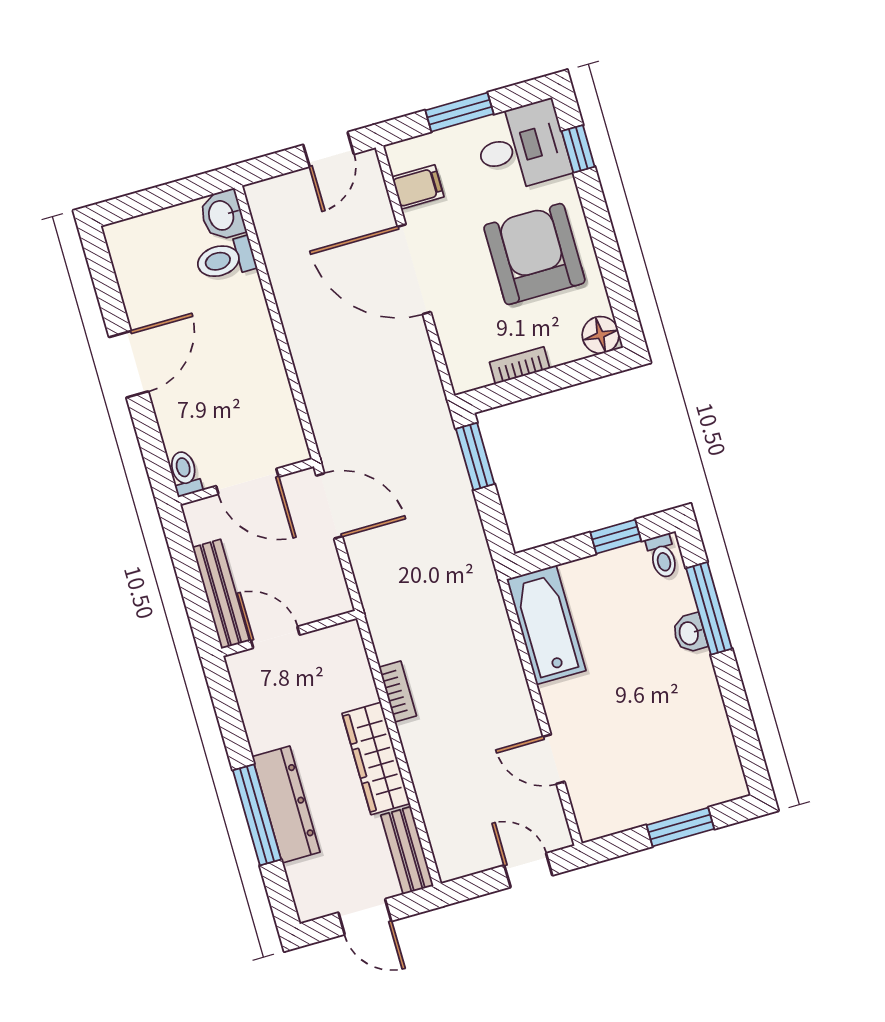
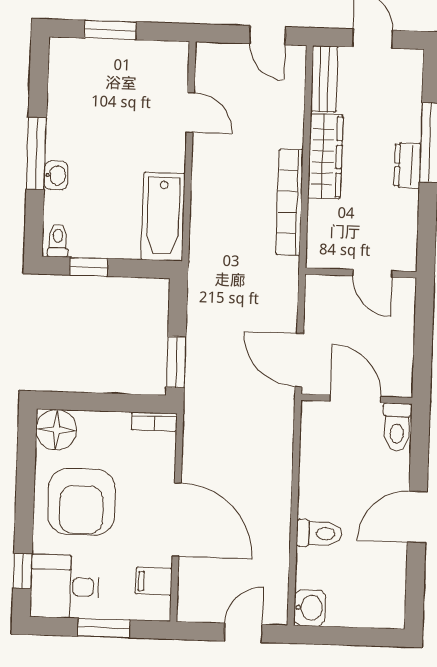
door: (329, 149) -> (243, 633), moved
toilet: (225, 259) -> (319, 534), moved
floor lamp: (601, 335) -> (56, 430), width x1.38, depth x1.38
bookcase: (520, 365) -> (154, 422), moved
toilet: (185, 473) -> (397, 427), width x1.37, depth x1.39
bench: (221, 594) -> (403, 320), removed
window: (709, 608) -> (36, 153), moved
bookcase: (398, 691) -> (290, 202), width x2.31, depth x1.31
dresser: (286, 804) -> (407, 165), width x0.51, depth x0.80
door: (528, 870) -> (268, 35), moved

